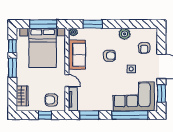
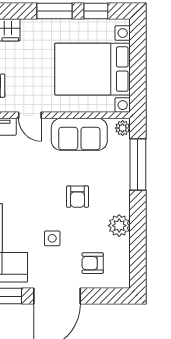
window: (43, 24) -> (138, 70), removed
window: (93, 24) -> (138, 165), width x1.44
door: (67, 81) -> (30, 115), hinge flipped

